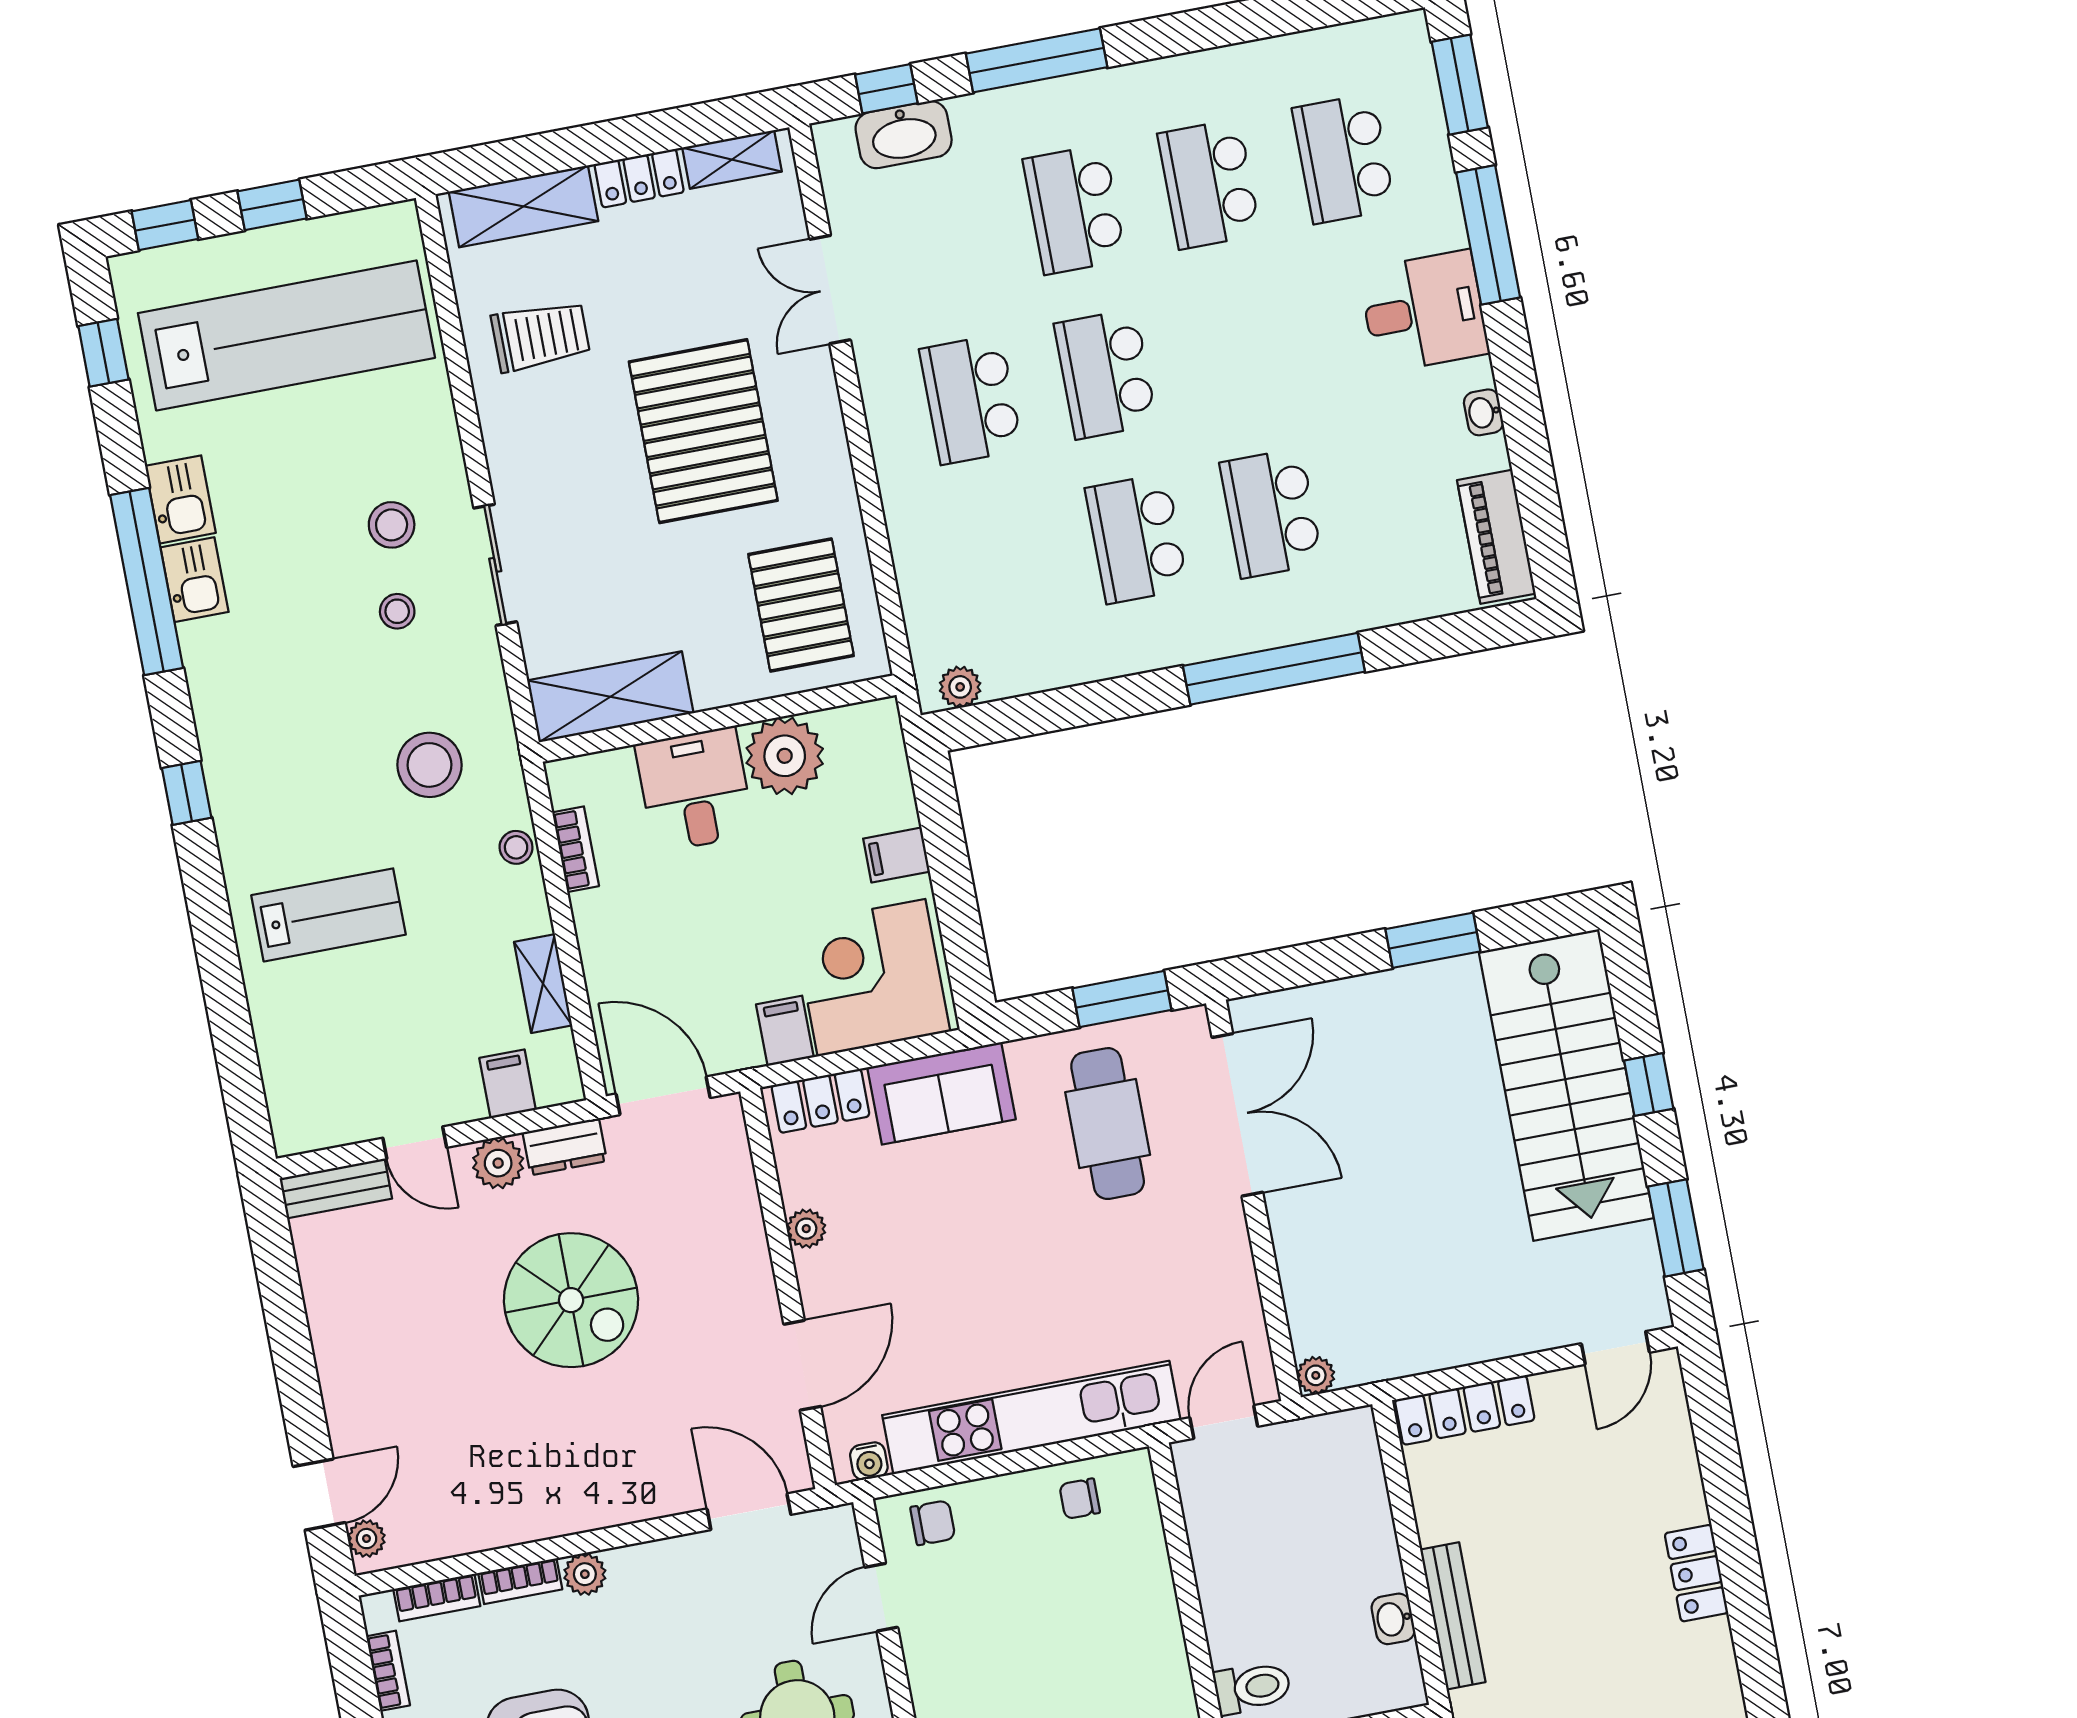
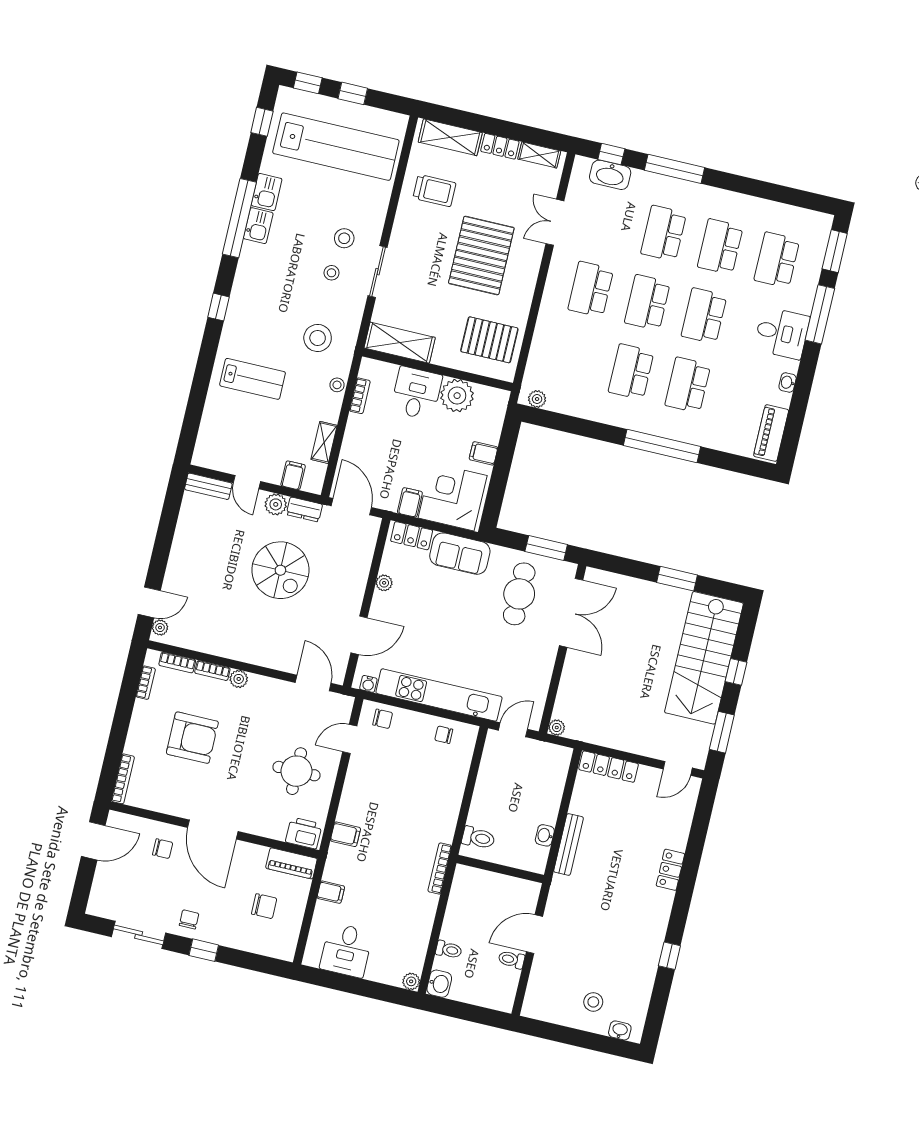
school desk: (1240, 349) -> (704, 316), added
pallet: (801, 605) -> (489, 340), turned 90

